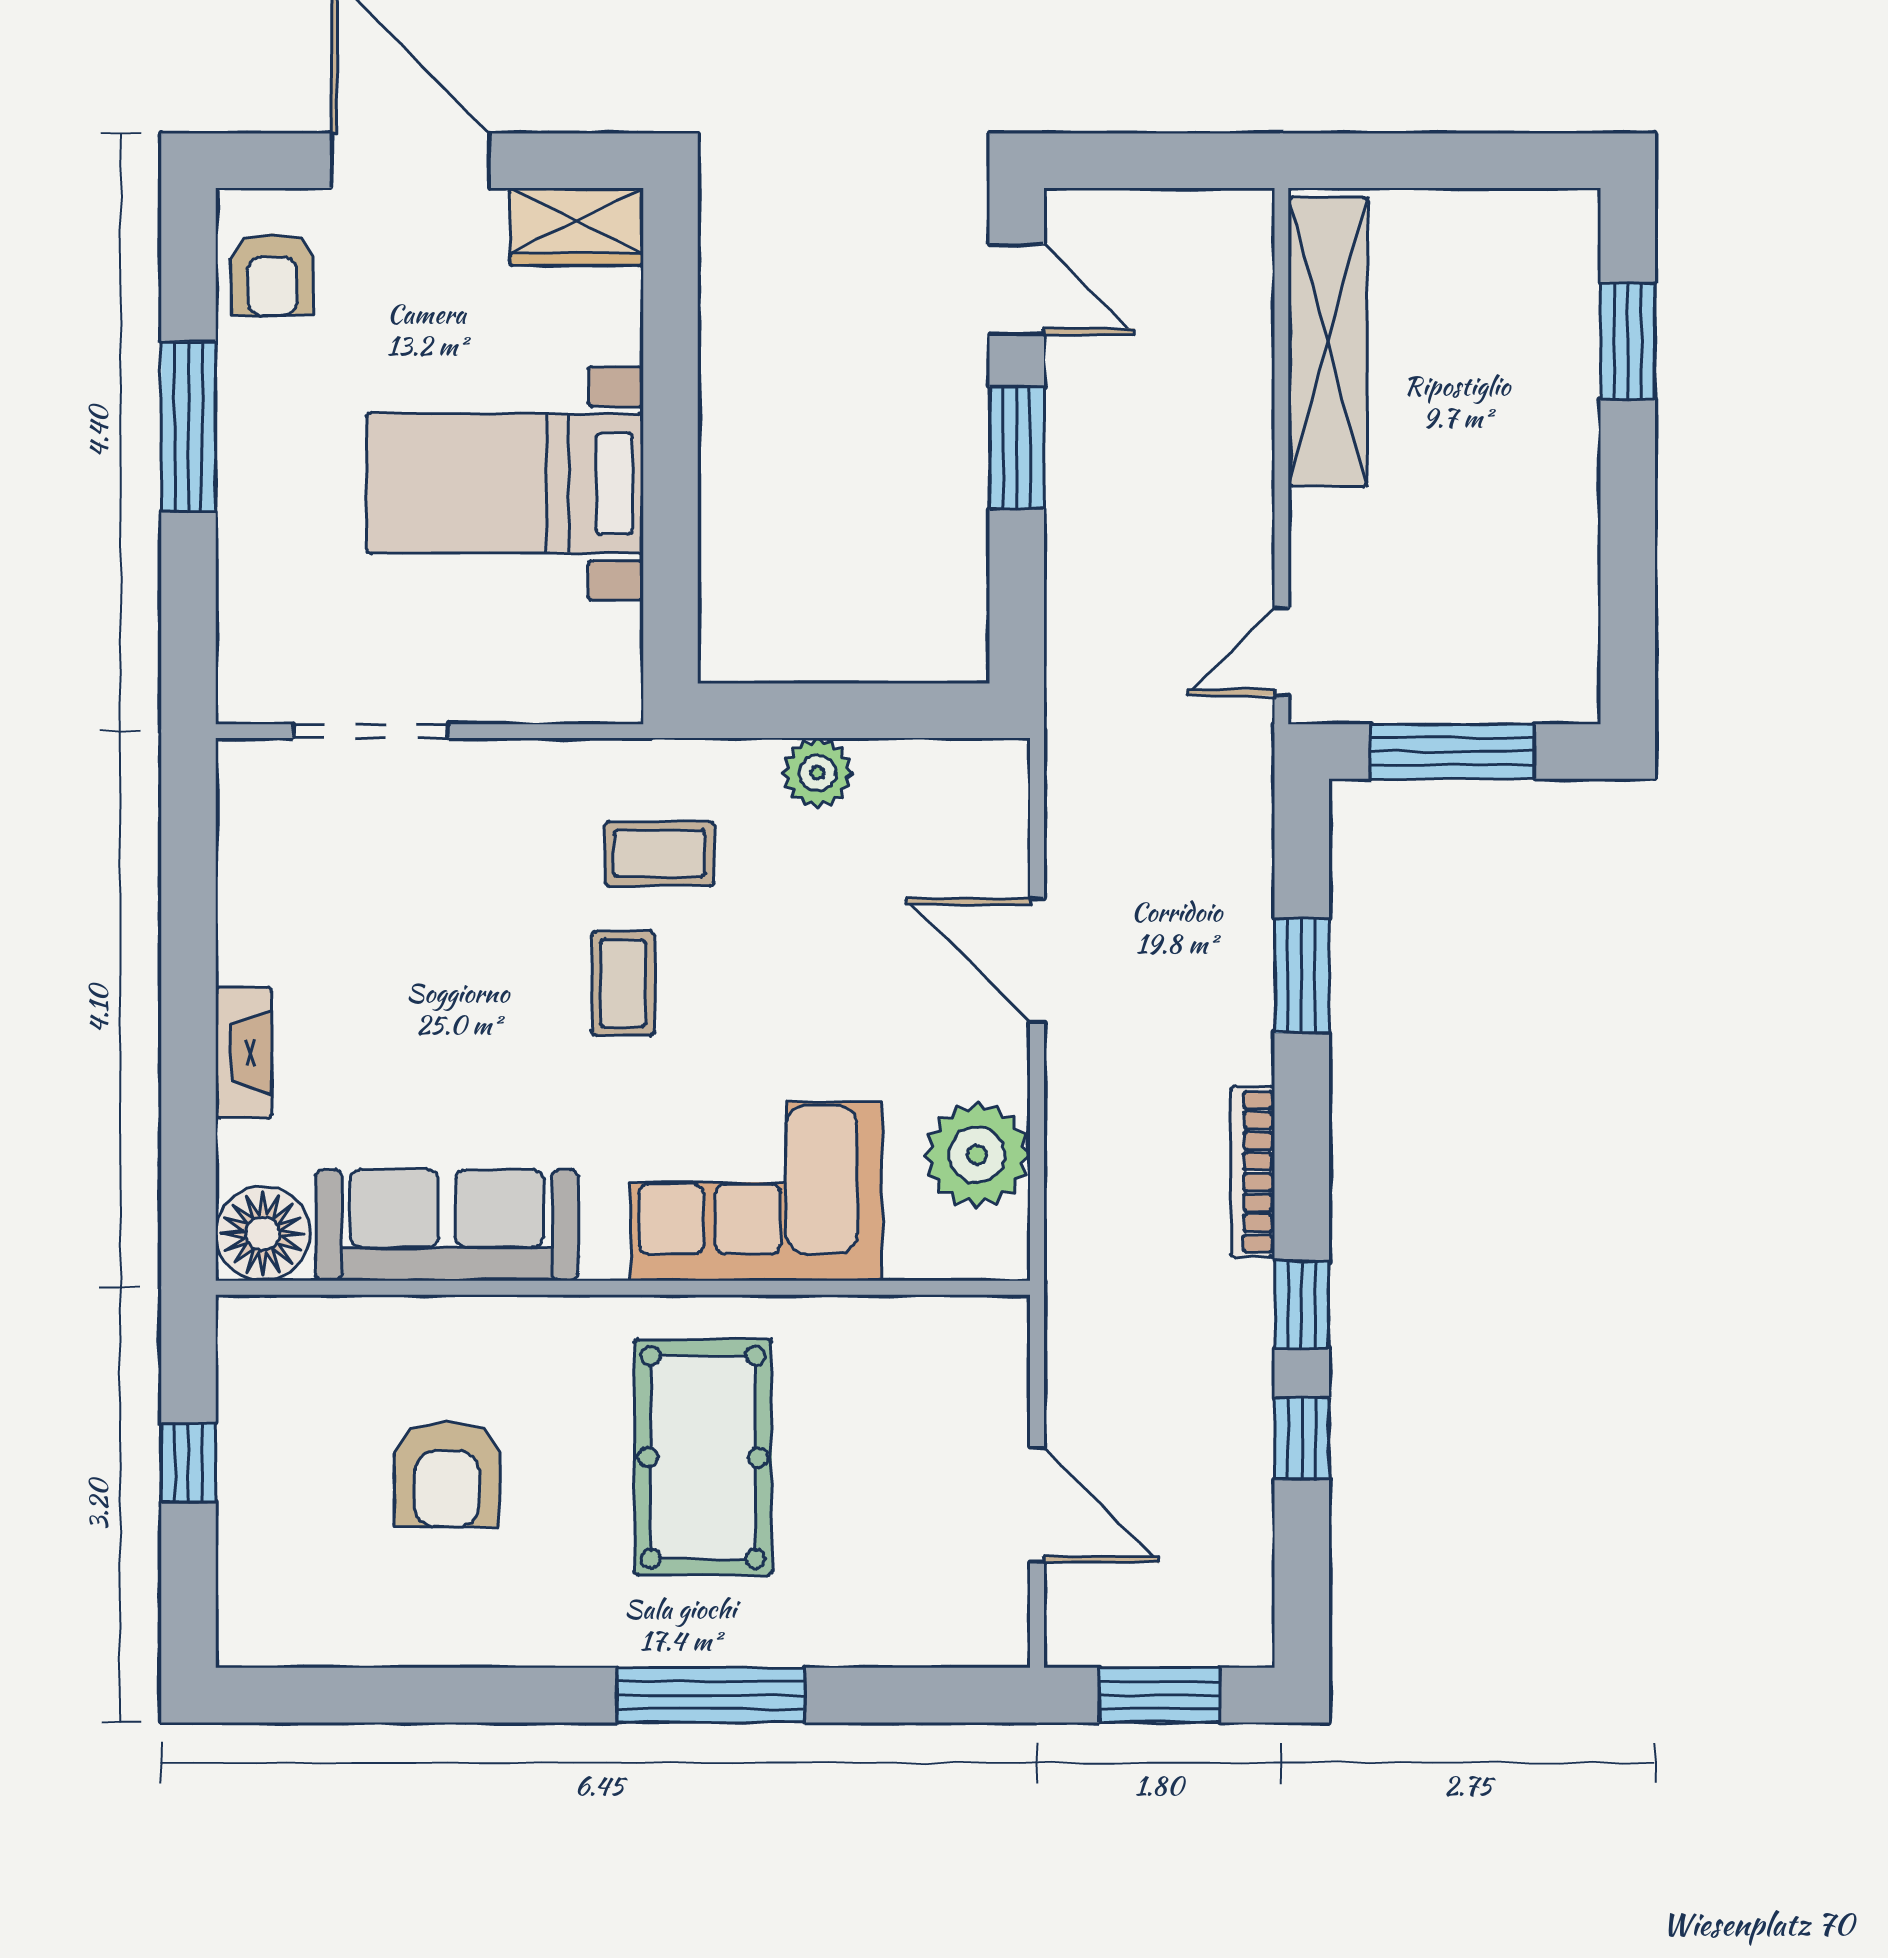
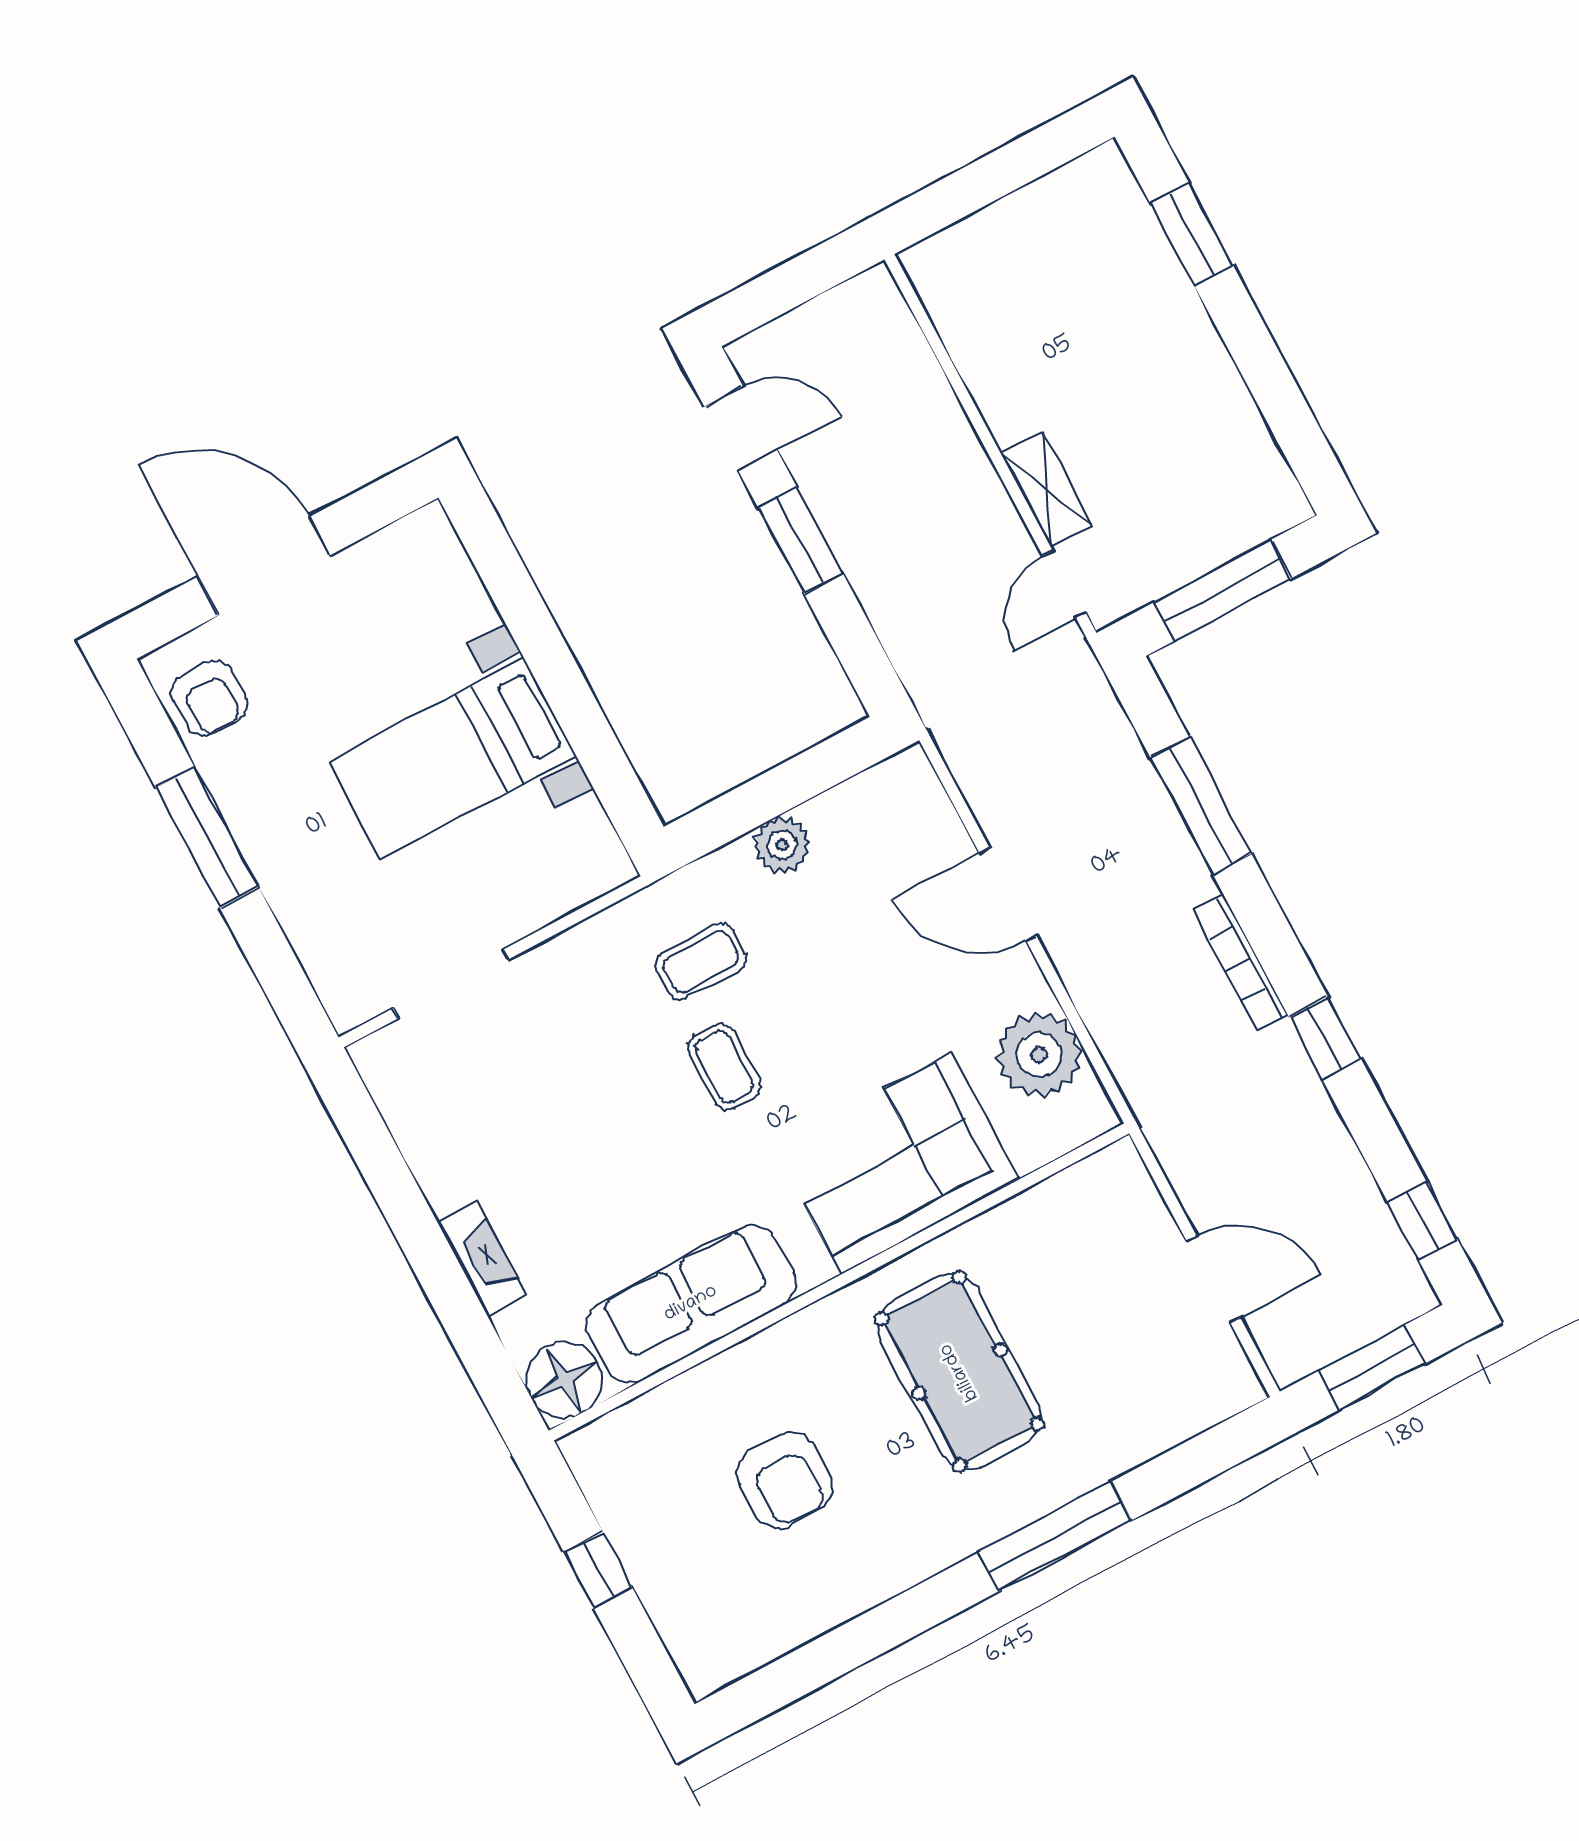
wardrobe: (577, 227) -> (406, 550), removed
shelving: (1328, 342) -> (1046, 489), moved, width x0.45, depth x0.75
window: (1302, 976) -> (1201, 806), width x1.44
window: (1302, 1438) -> (1422, 1221), moved

